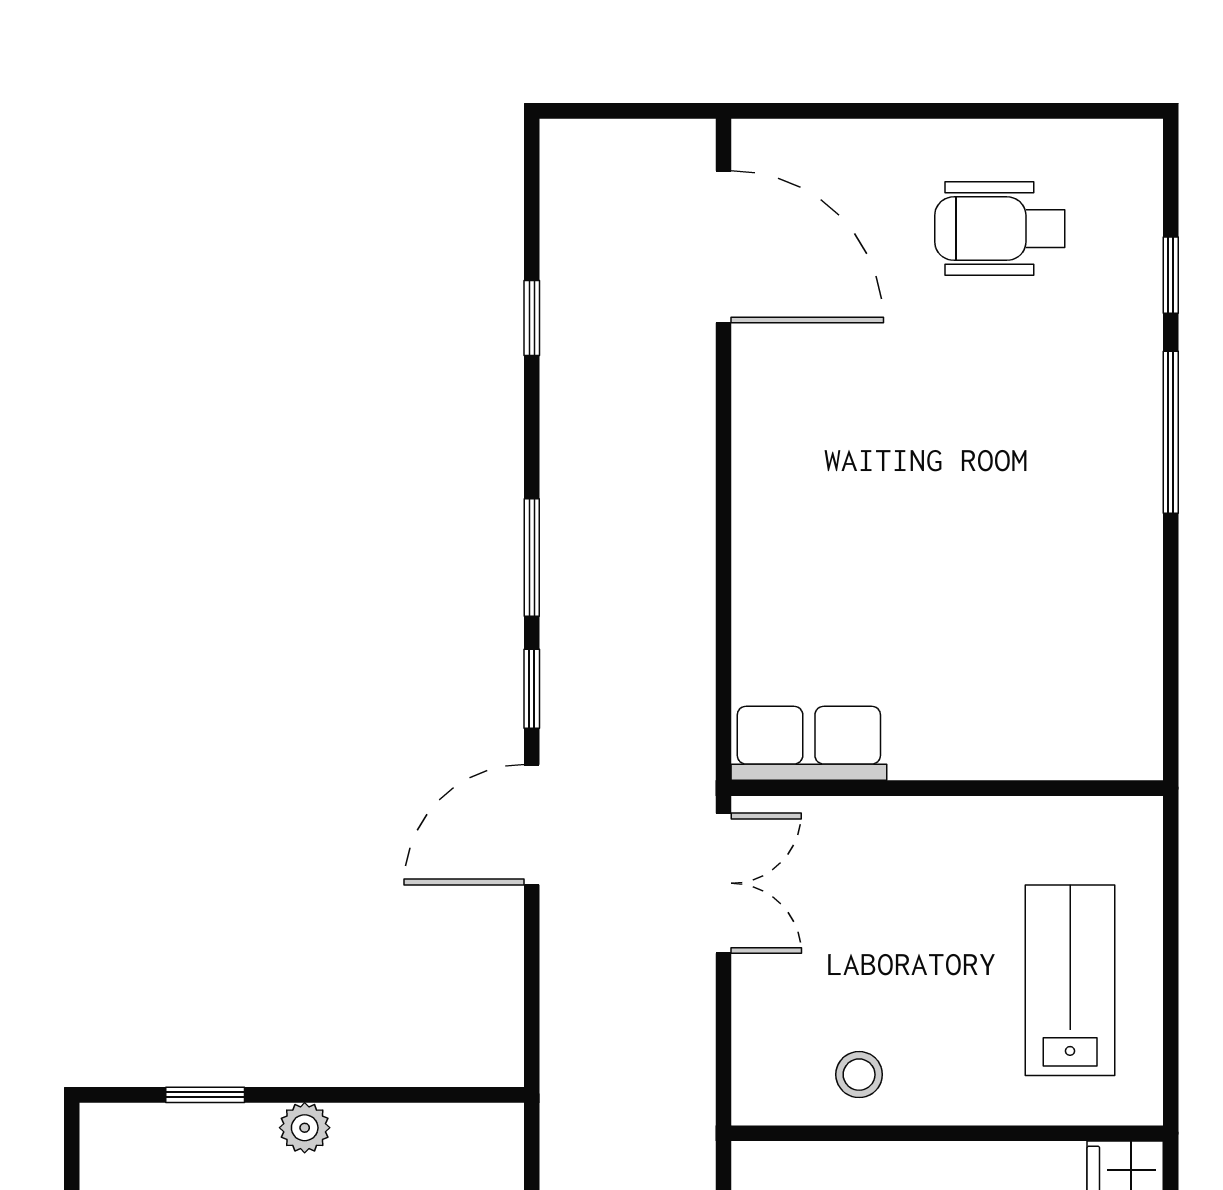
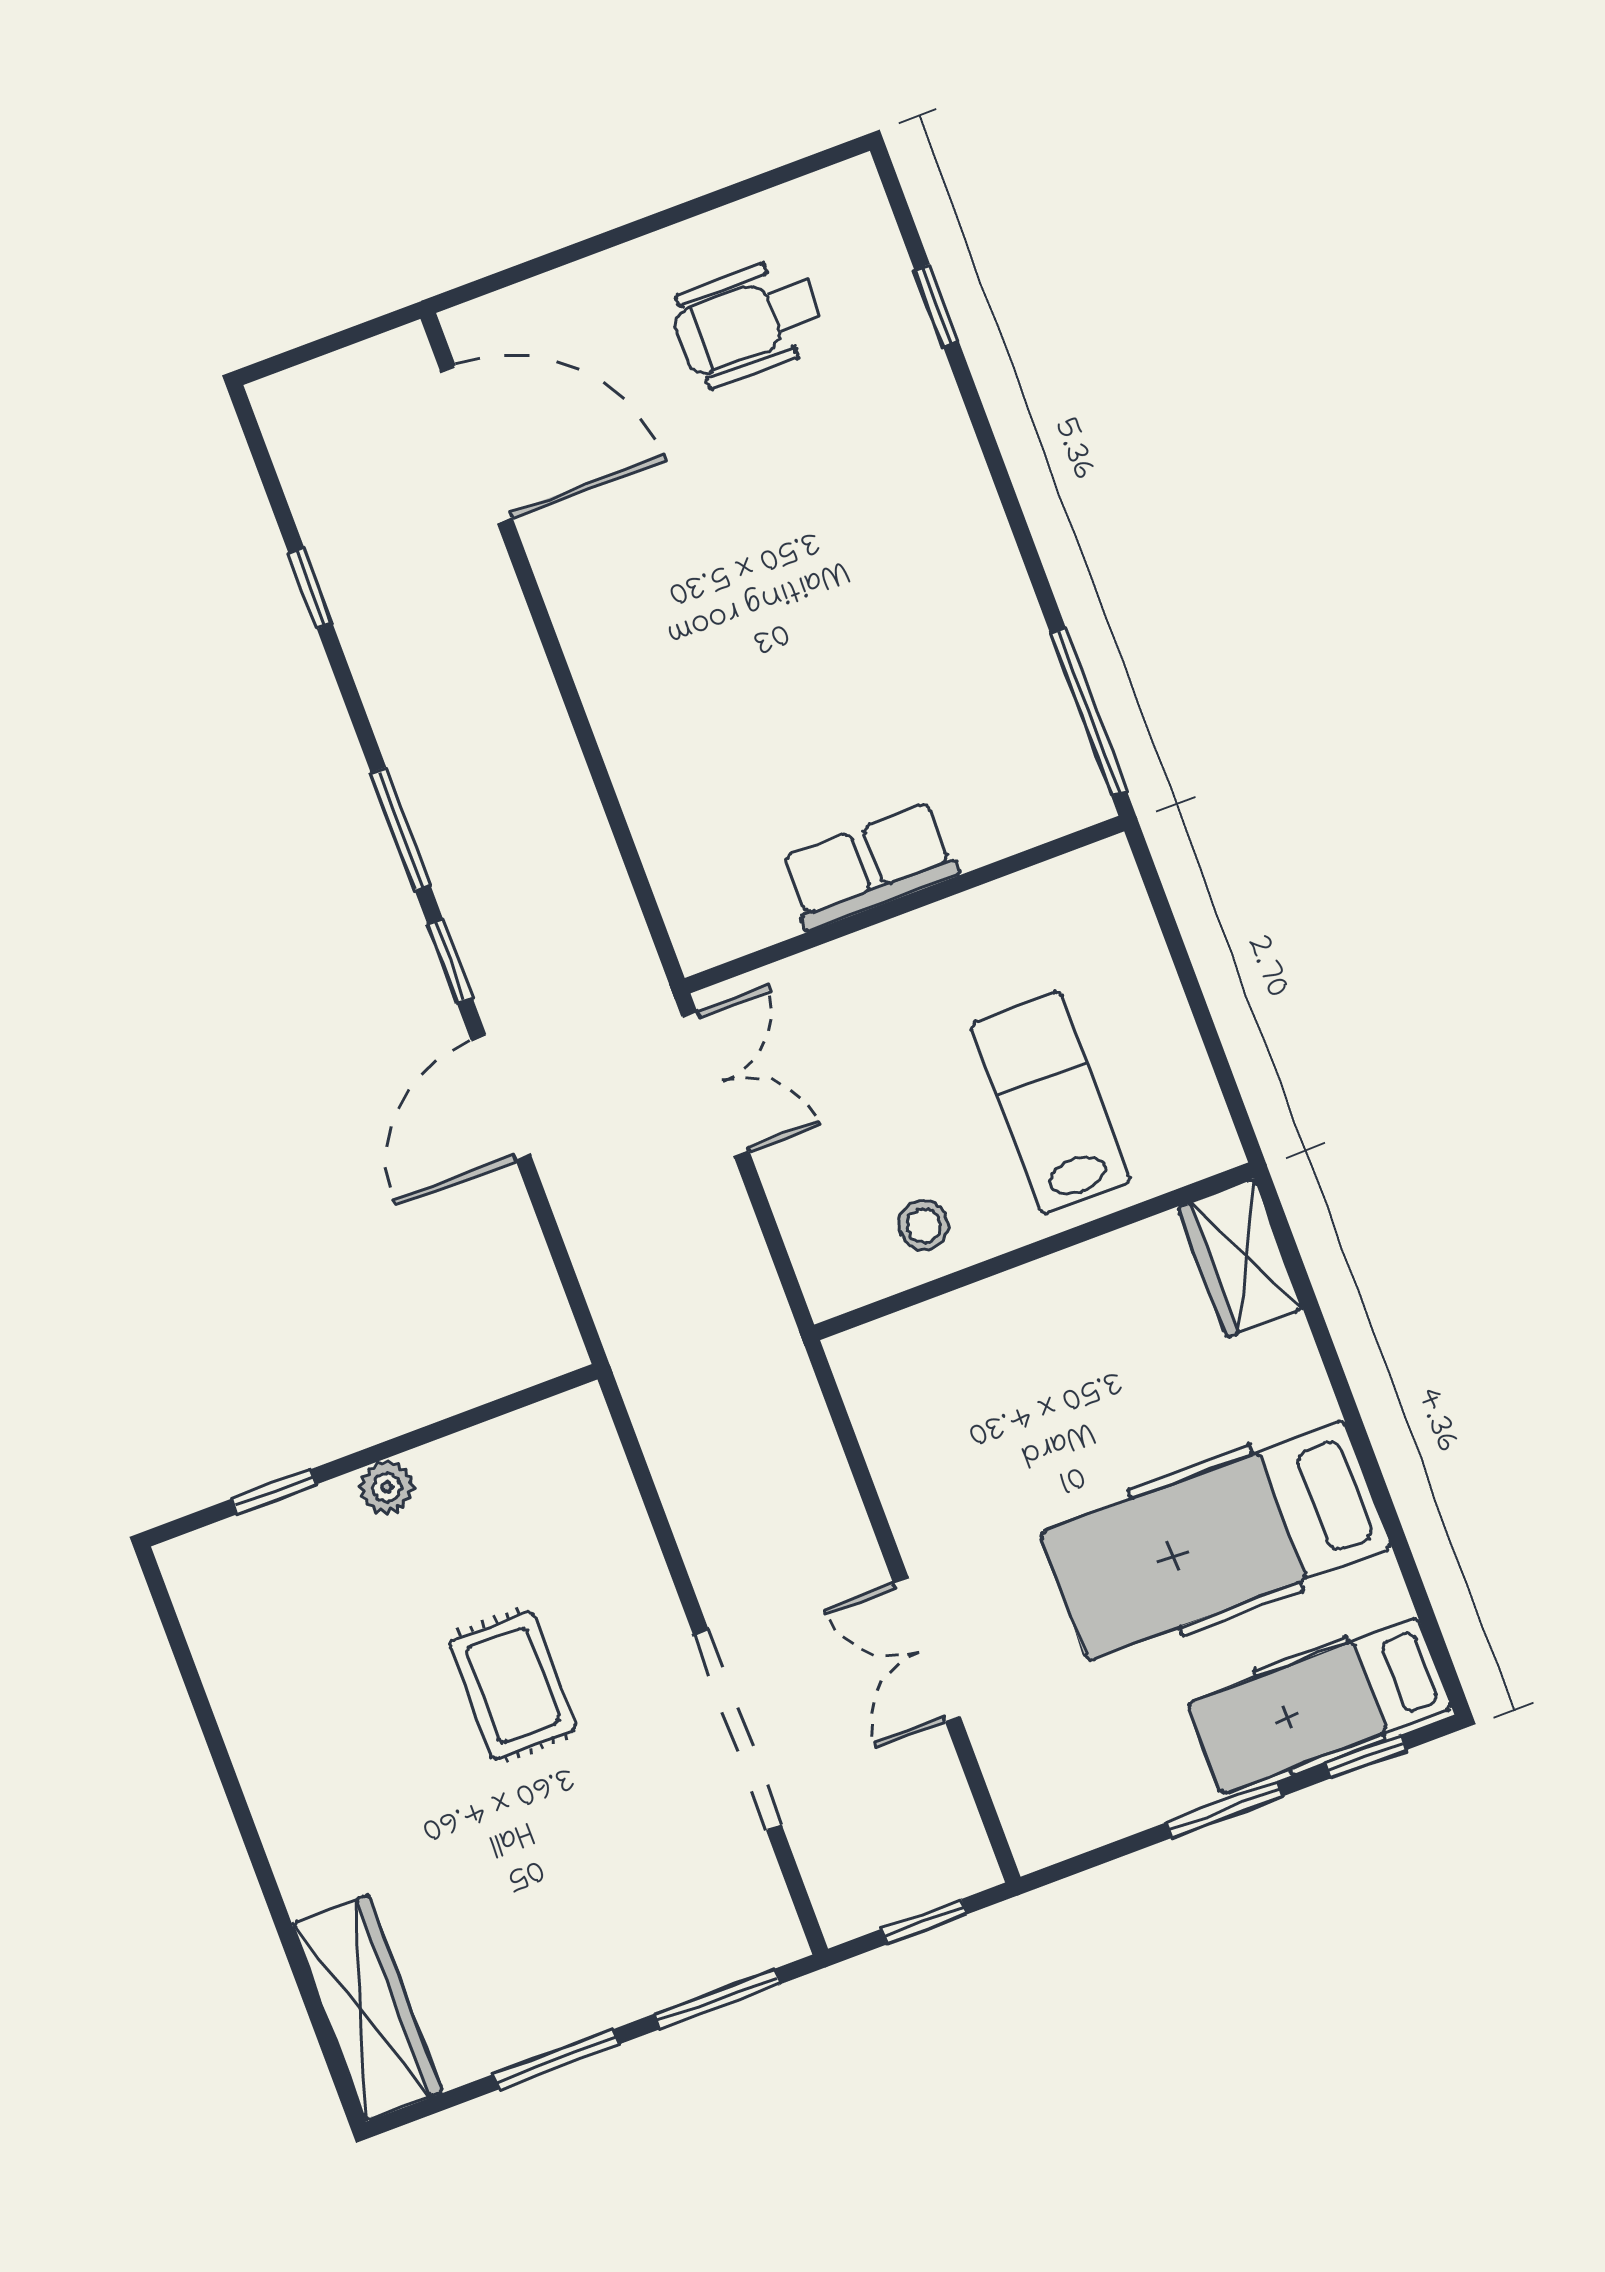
window: (1171, 432) -> (1089, 712), moved
row of seats: (809, 743) -> (870, 866), moved
lab bench: (1070, 980) -> (1051, 1103), moved

